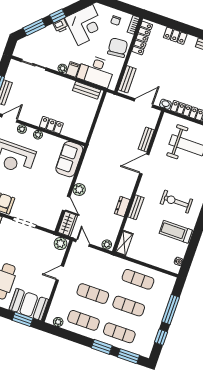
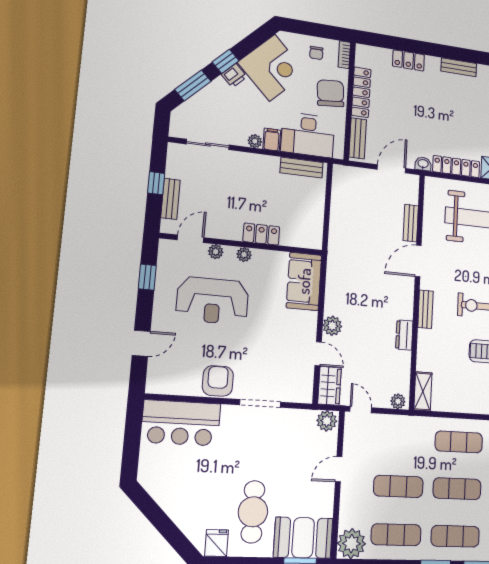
locker: (142, 38) -> (361, 92), moved
bench: (136, 207) -> (425, 309), moved
plant: (58, 322) -> (351, 544), width x1.88, depth x1.88

